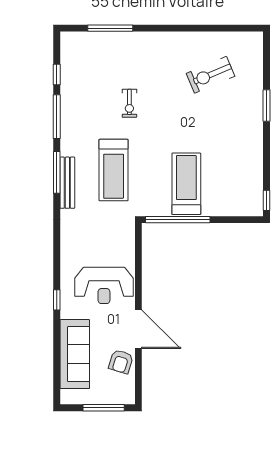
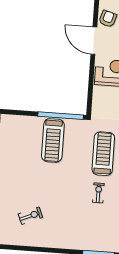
exercise bike: (210, 75) -> (30, 216), width x0.73, depth x0.72
exercise bike: (129, 103) -> (98, 193), moved

